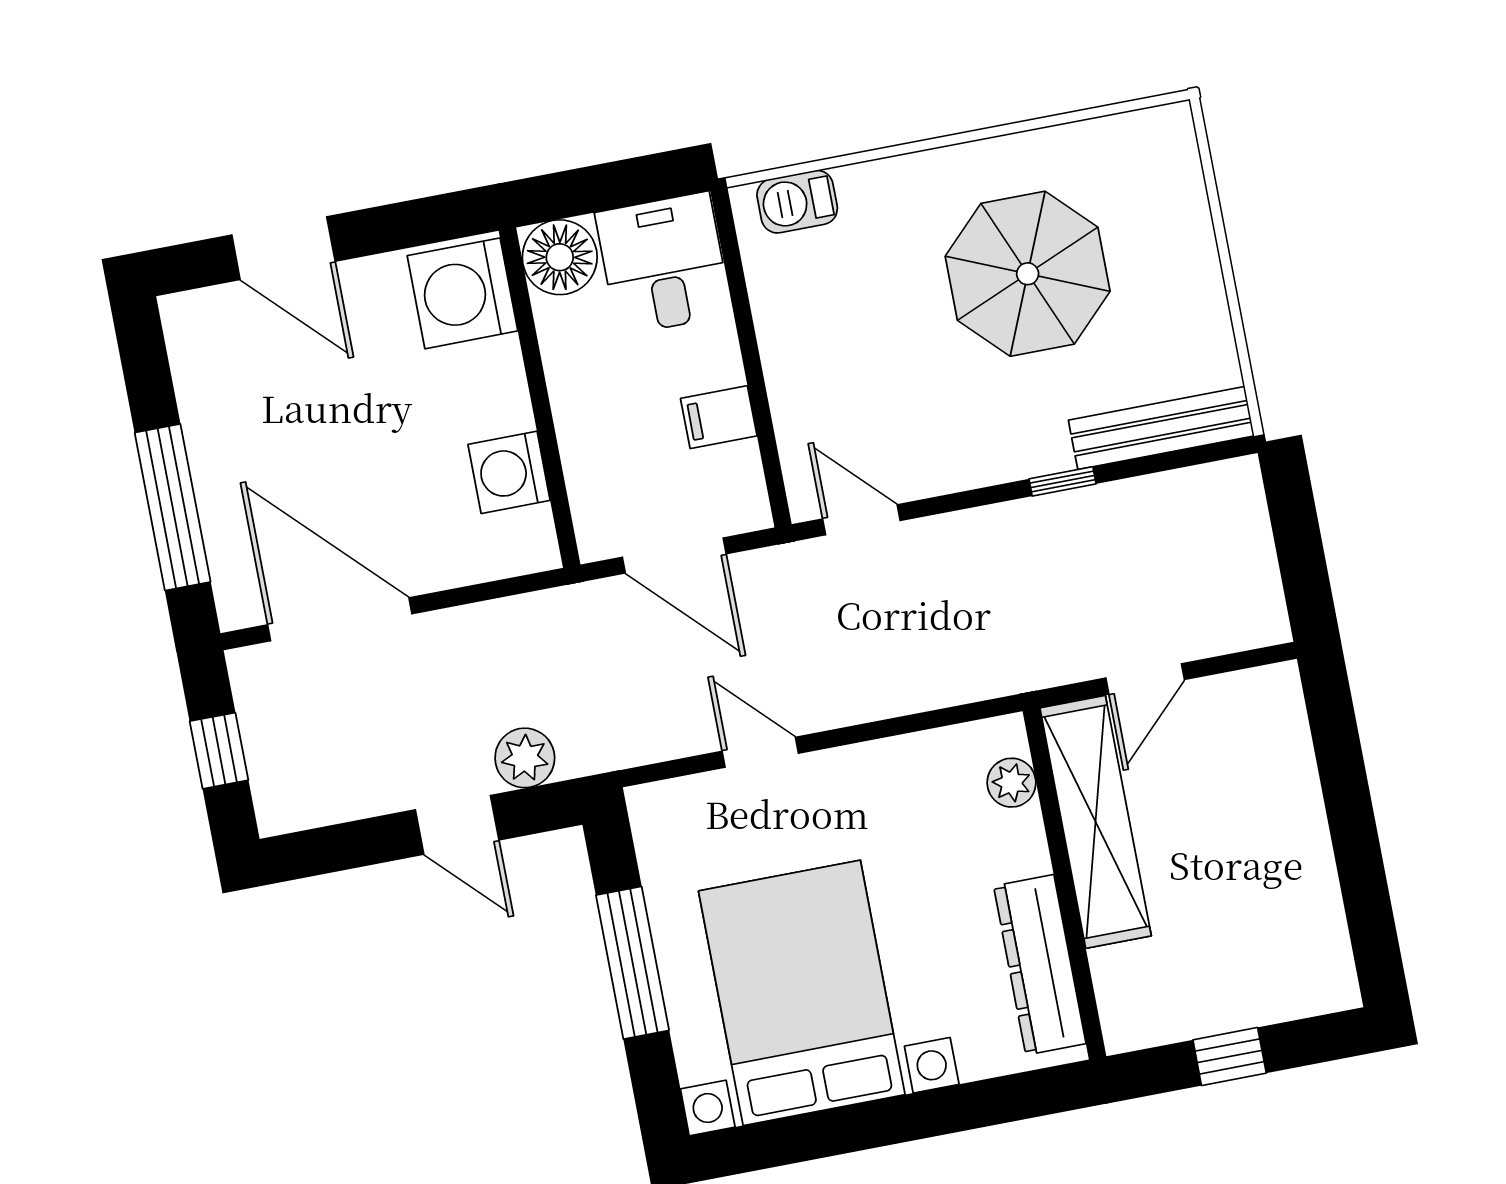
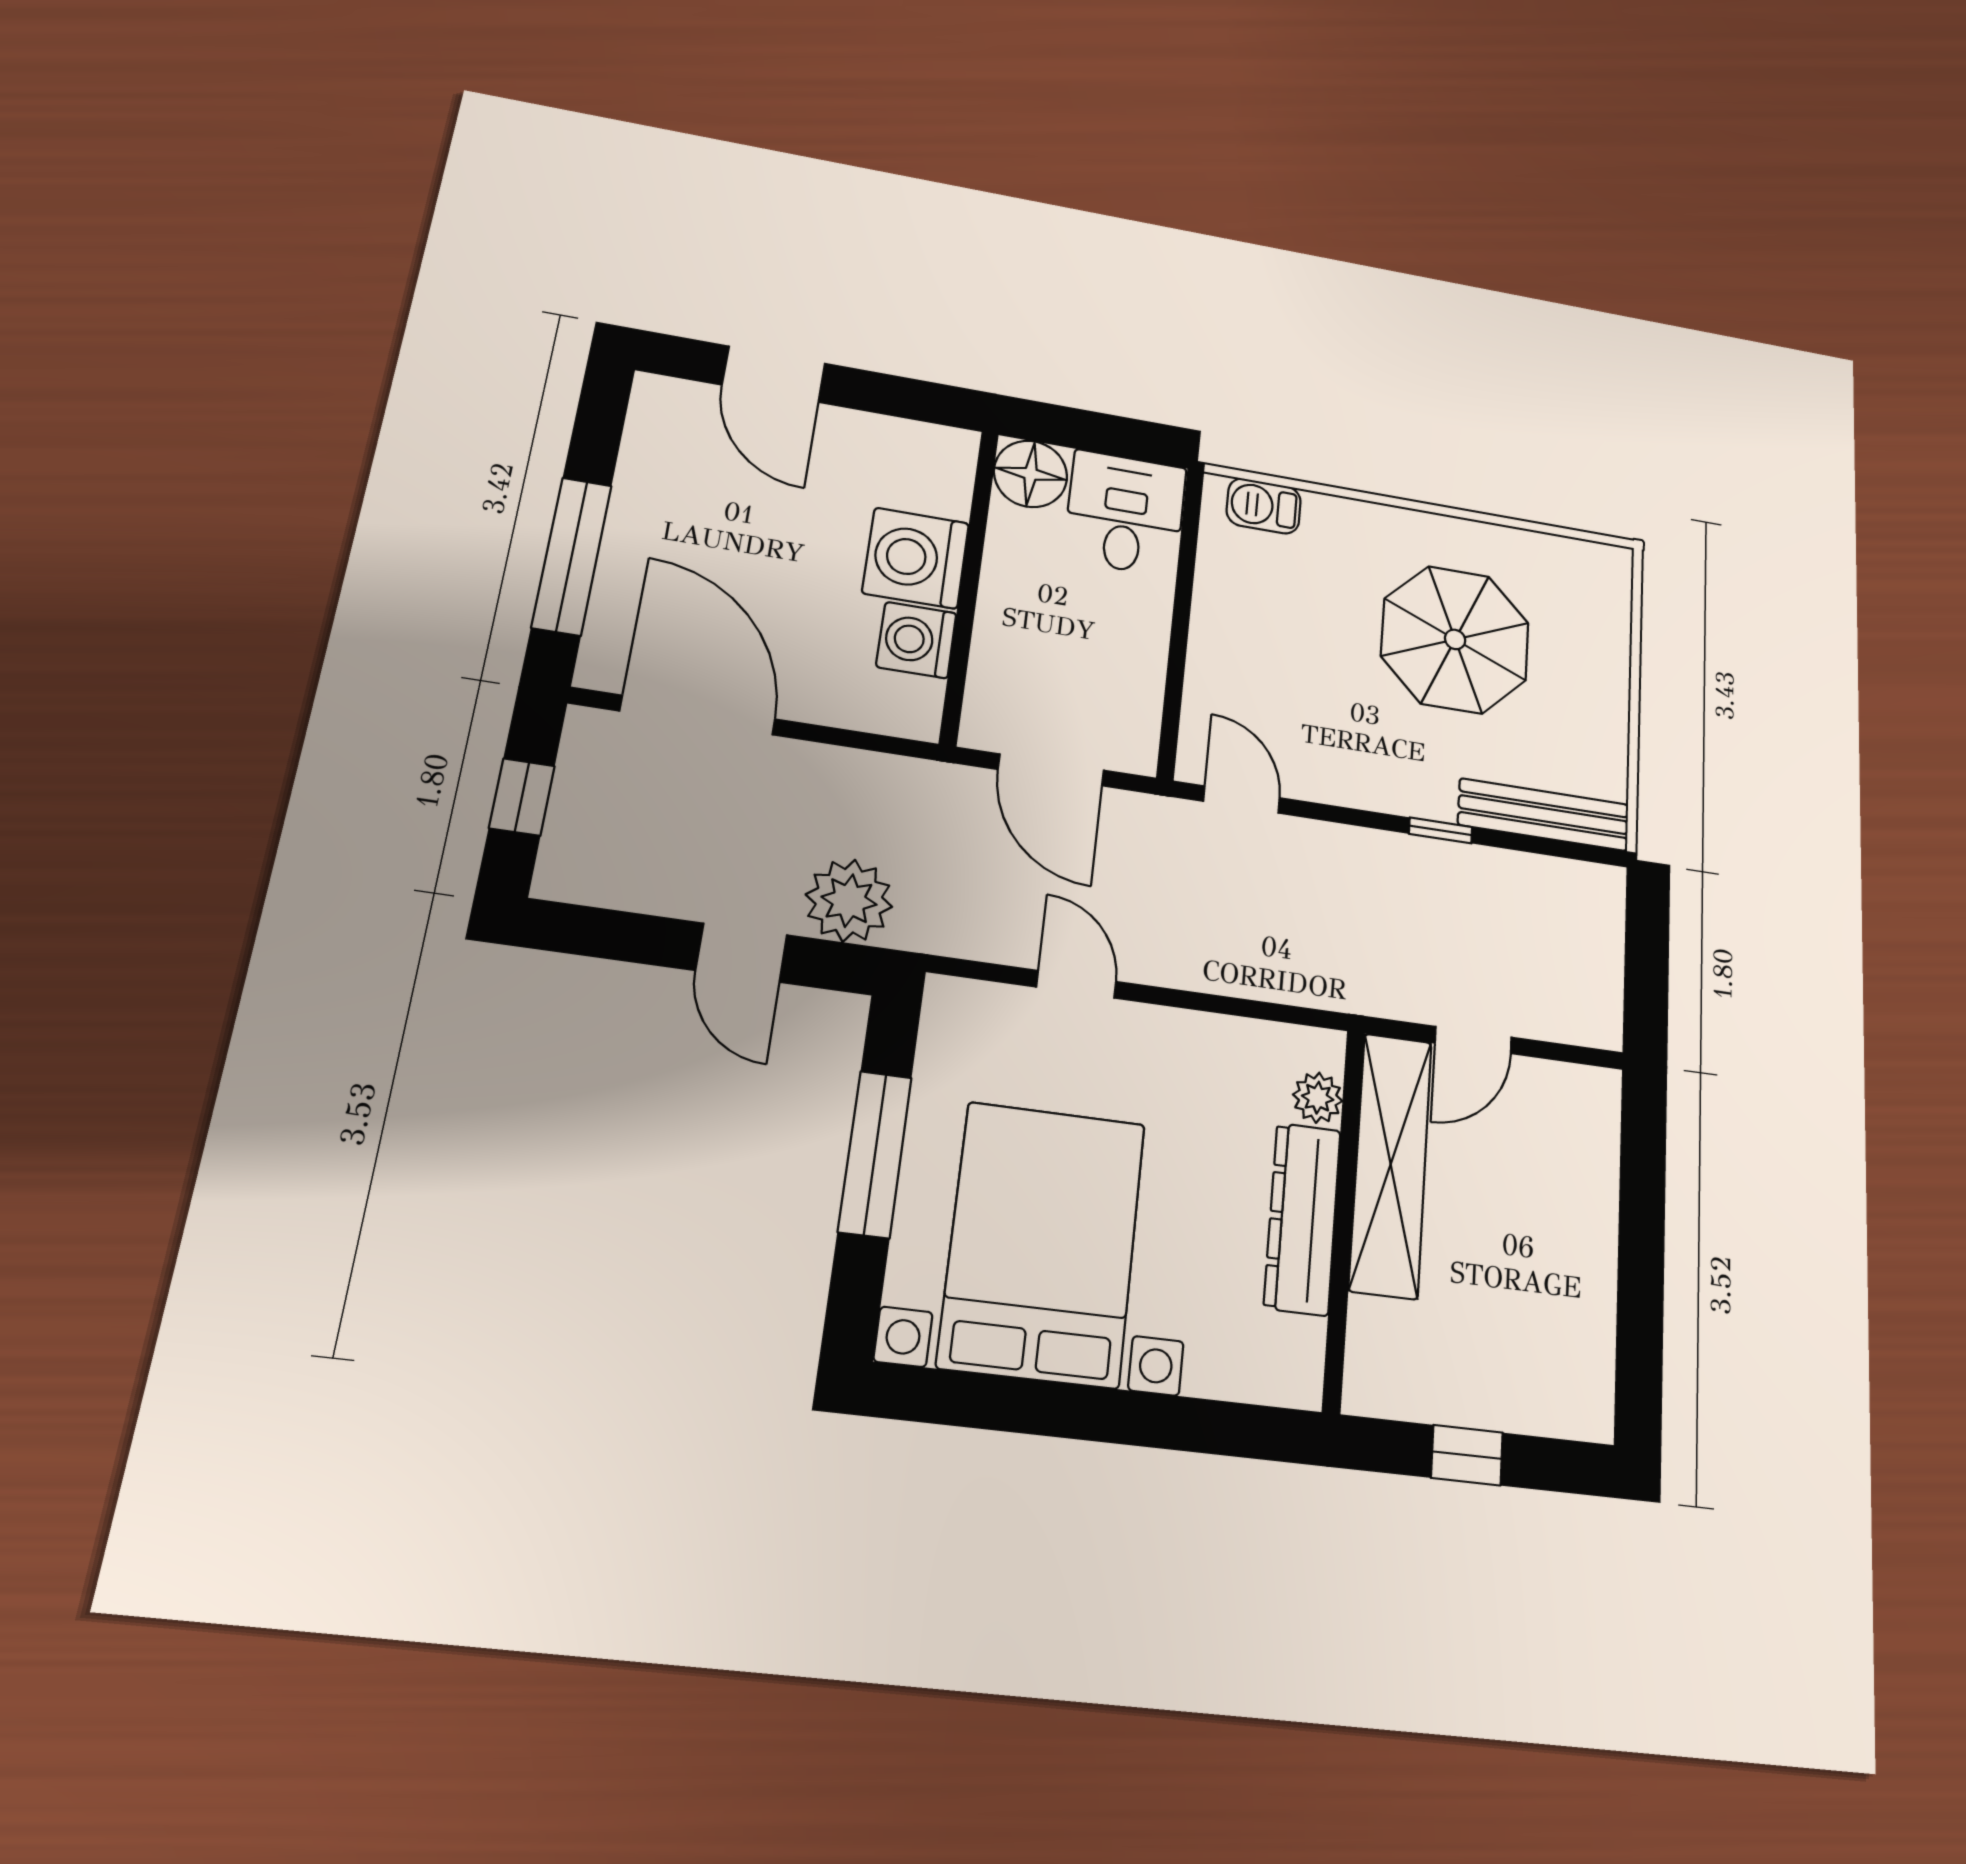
washing machine: (462, 293) -> (916, 558), moved
filing cabinet: (719, 417) -> (1134, 662), removed
plant: (525, 758) -> (849, 901), width x1.36, depth x1.36
dresser: (1040, 965) -> (1302, 1218), moved

